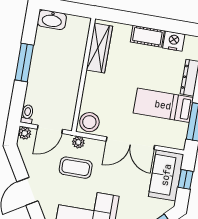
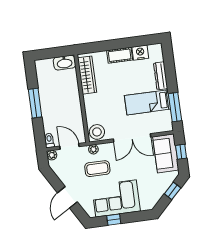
washbasin: (52, 20) -> (64, 63), moved
door: (50, 129) -> (69, 146), swing flipped

